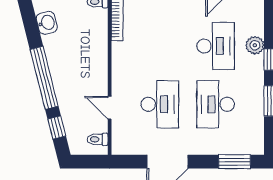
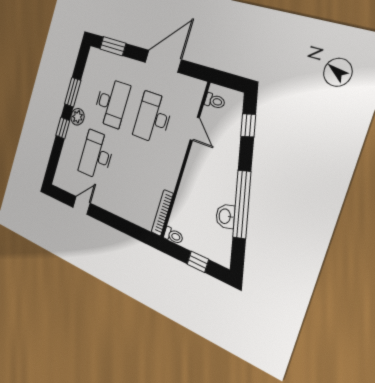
washbasin: (47, 23) -> (225, 216), moved
plant: (255, 45) -> (77, 117), moved
window: (44, 78) -> (242, 205), moved

